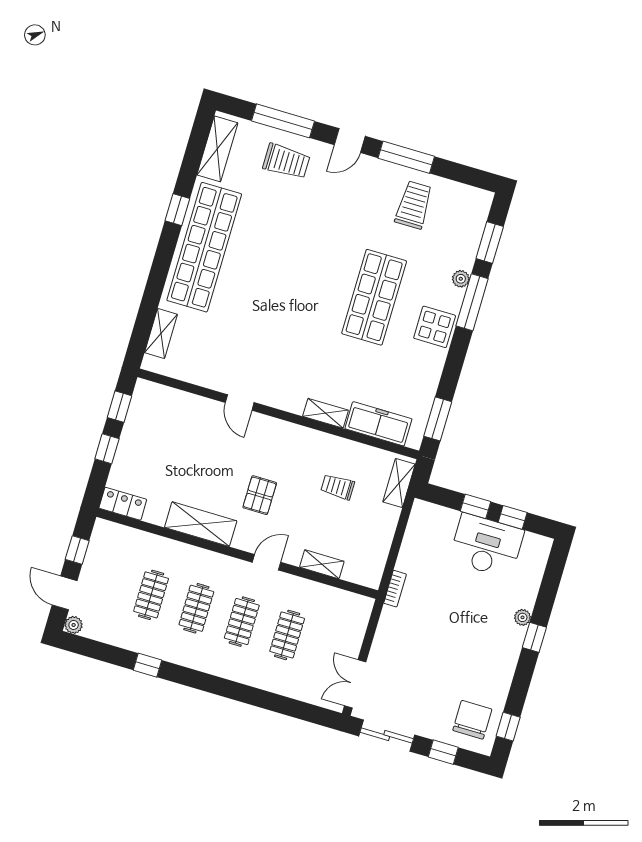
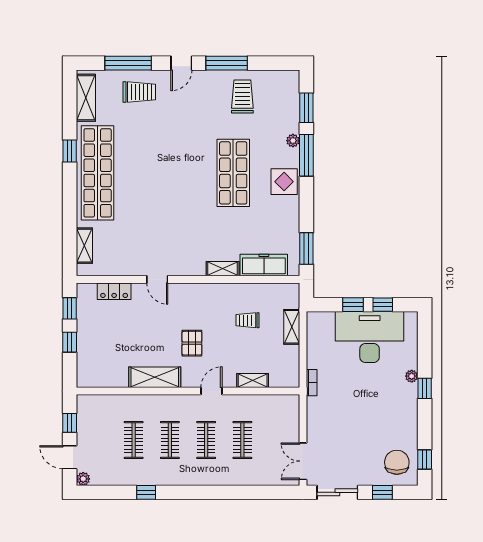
shelving: (399, 483) -> (292, 327), moved
locker: (123, 504) -> (114, 291), moved, turned 180
desk: (486, 546) -> (370, 337), width x1.36, depth x1.30

